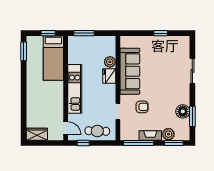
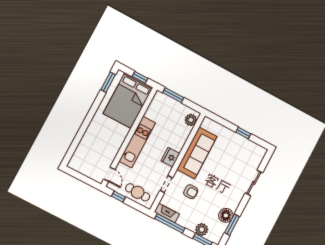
bed: (53, 58) -> (128, 101), width x1.50
plant: (110, 62) -> (191, 120), moved
fridge: (109, 76) -> (170, 157), moved
wardrobe: (37, 134) -> (79, 166), removed
fireplace: (150, 135) -> (167, 213), moved

